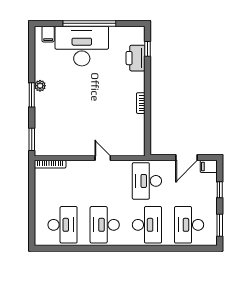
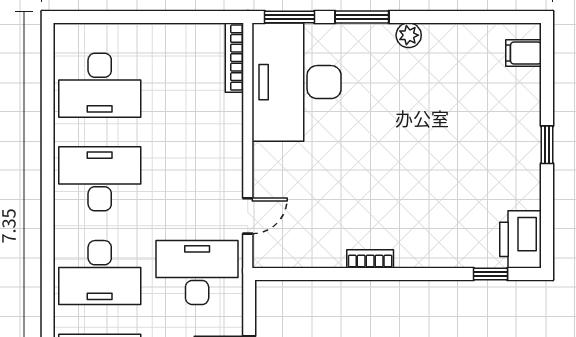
window: (89, 23) -> (547, 145), width x0.32
desk: (82, 46) -> (296, 82), moved, turned 180
printer: (136, 58) -> (521, 239), moved, turned -90
window: (32, 95) -> (362, 17), moved
door: (103, 158) -> (248, 216), moved

